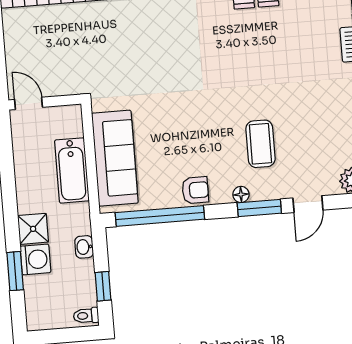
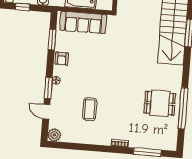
coffee table: (260, 144) -> (90, 109), moved, turned 90
window: (160, 216) -> (52, 40), width x0.47

